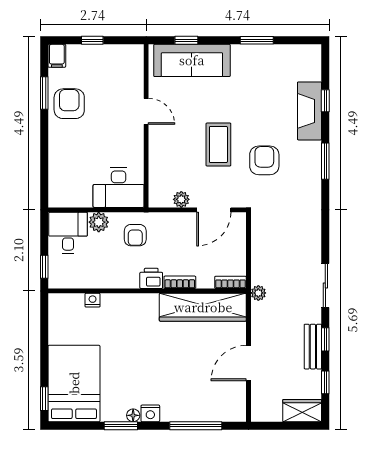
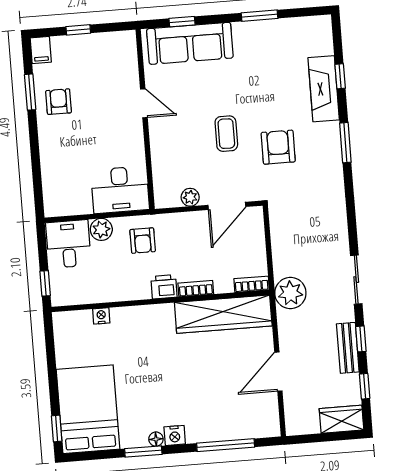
armchair: (69, 104) -> (59, 102), width x0.72, depth x0.72
coffee table: (218, 144) -> (226, 134), width x0.73, depth x0.77
plant: (258, 293) -> (290, 293), width x1.88, depth x1.88

